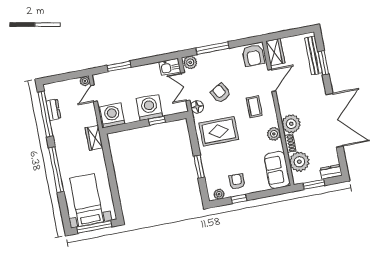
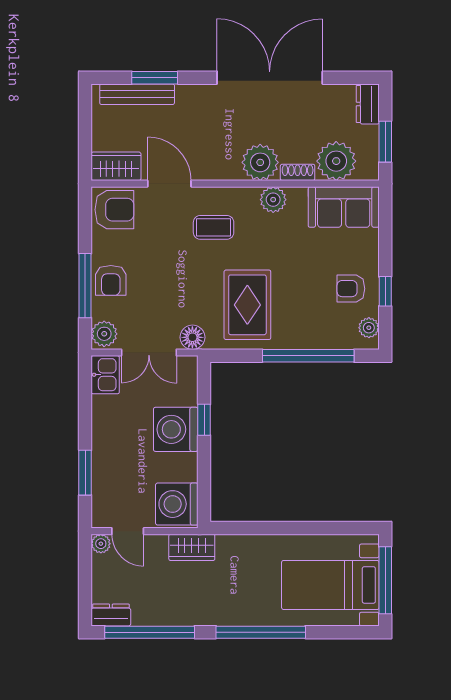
armchair: (221, 93) -> (111, 280), moved, turned -60
dresser: (53, 110) -> (111, 615), moved
wardrobe: (94, 138) -> (192, 547), moved
window: (199, 167) -> (308, 356), width x2.11

